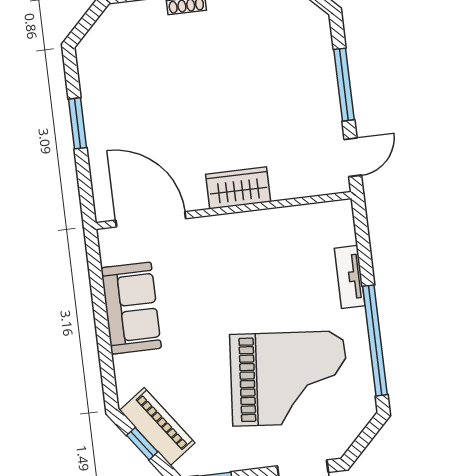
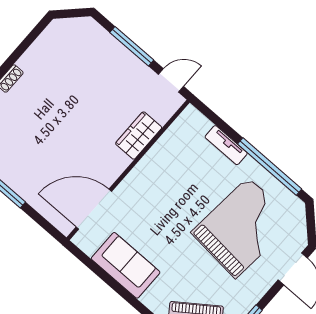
door: (353, 157) -> (171, 80), hinge flipped
wardrobe: (238, 188) -> (139, 136), moved

